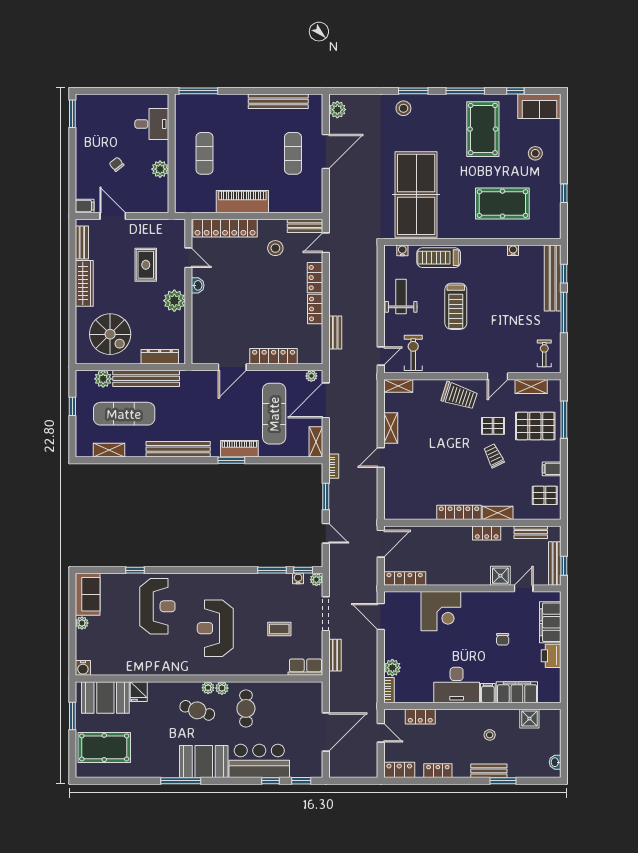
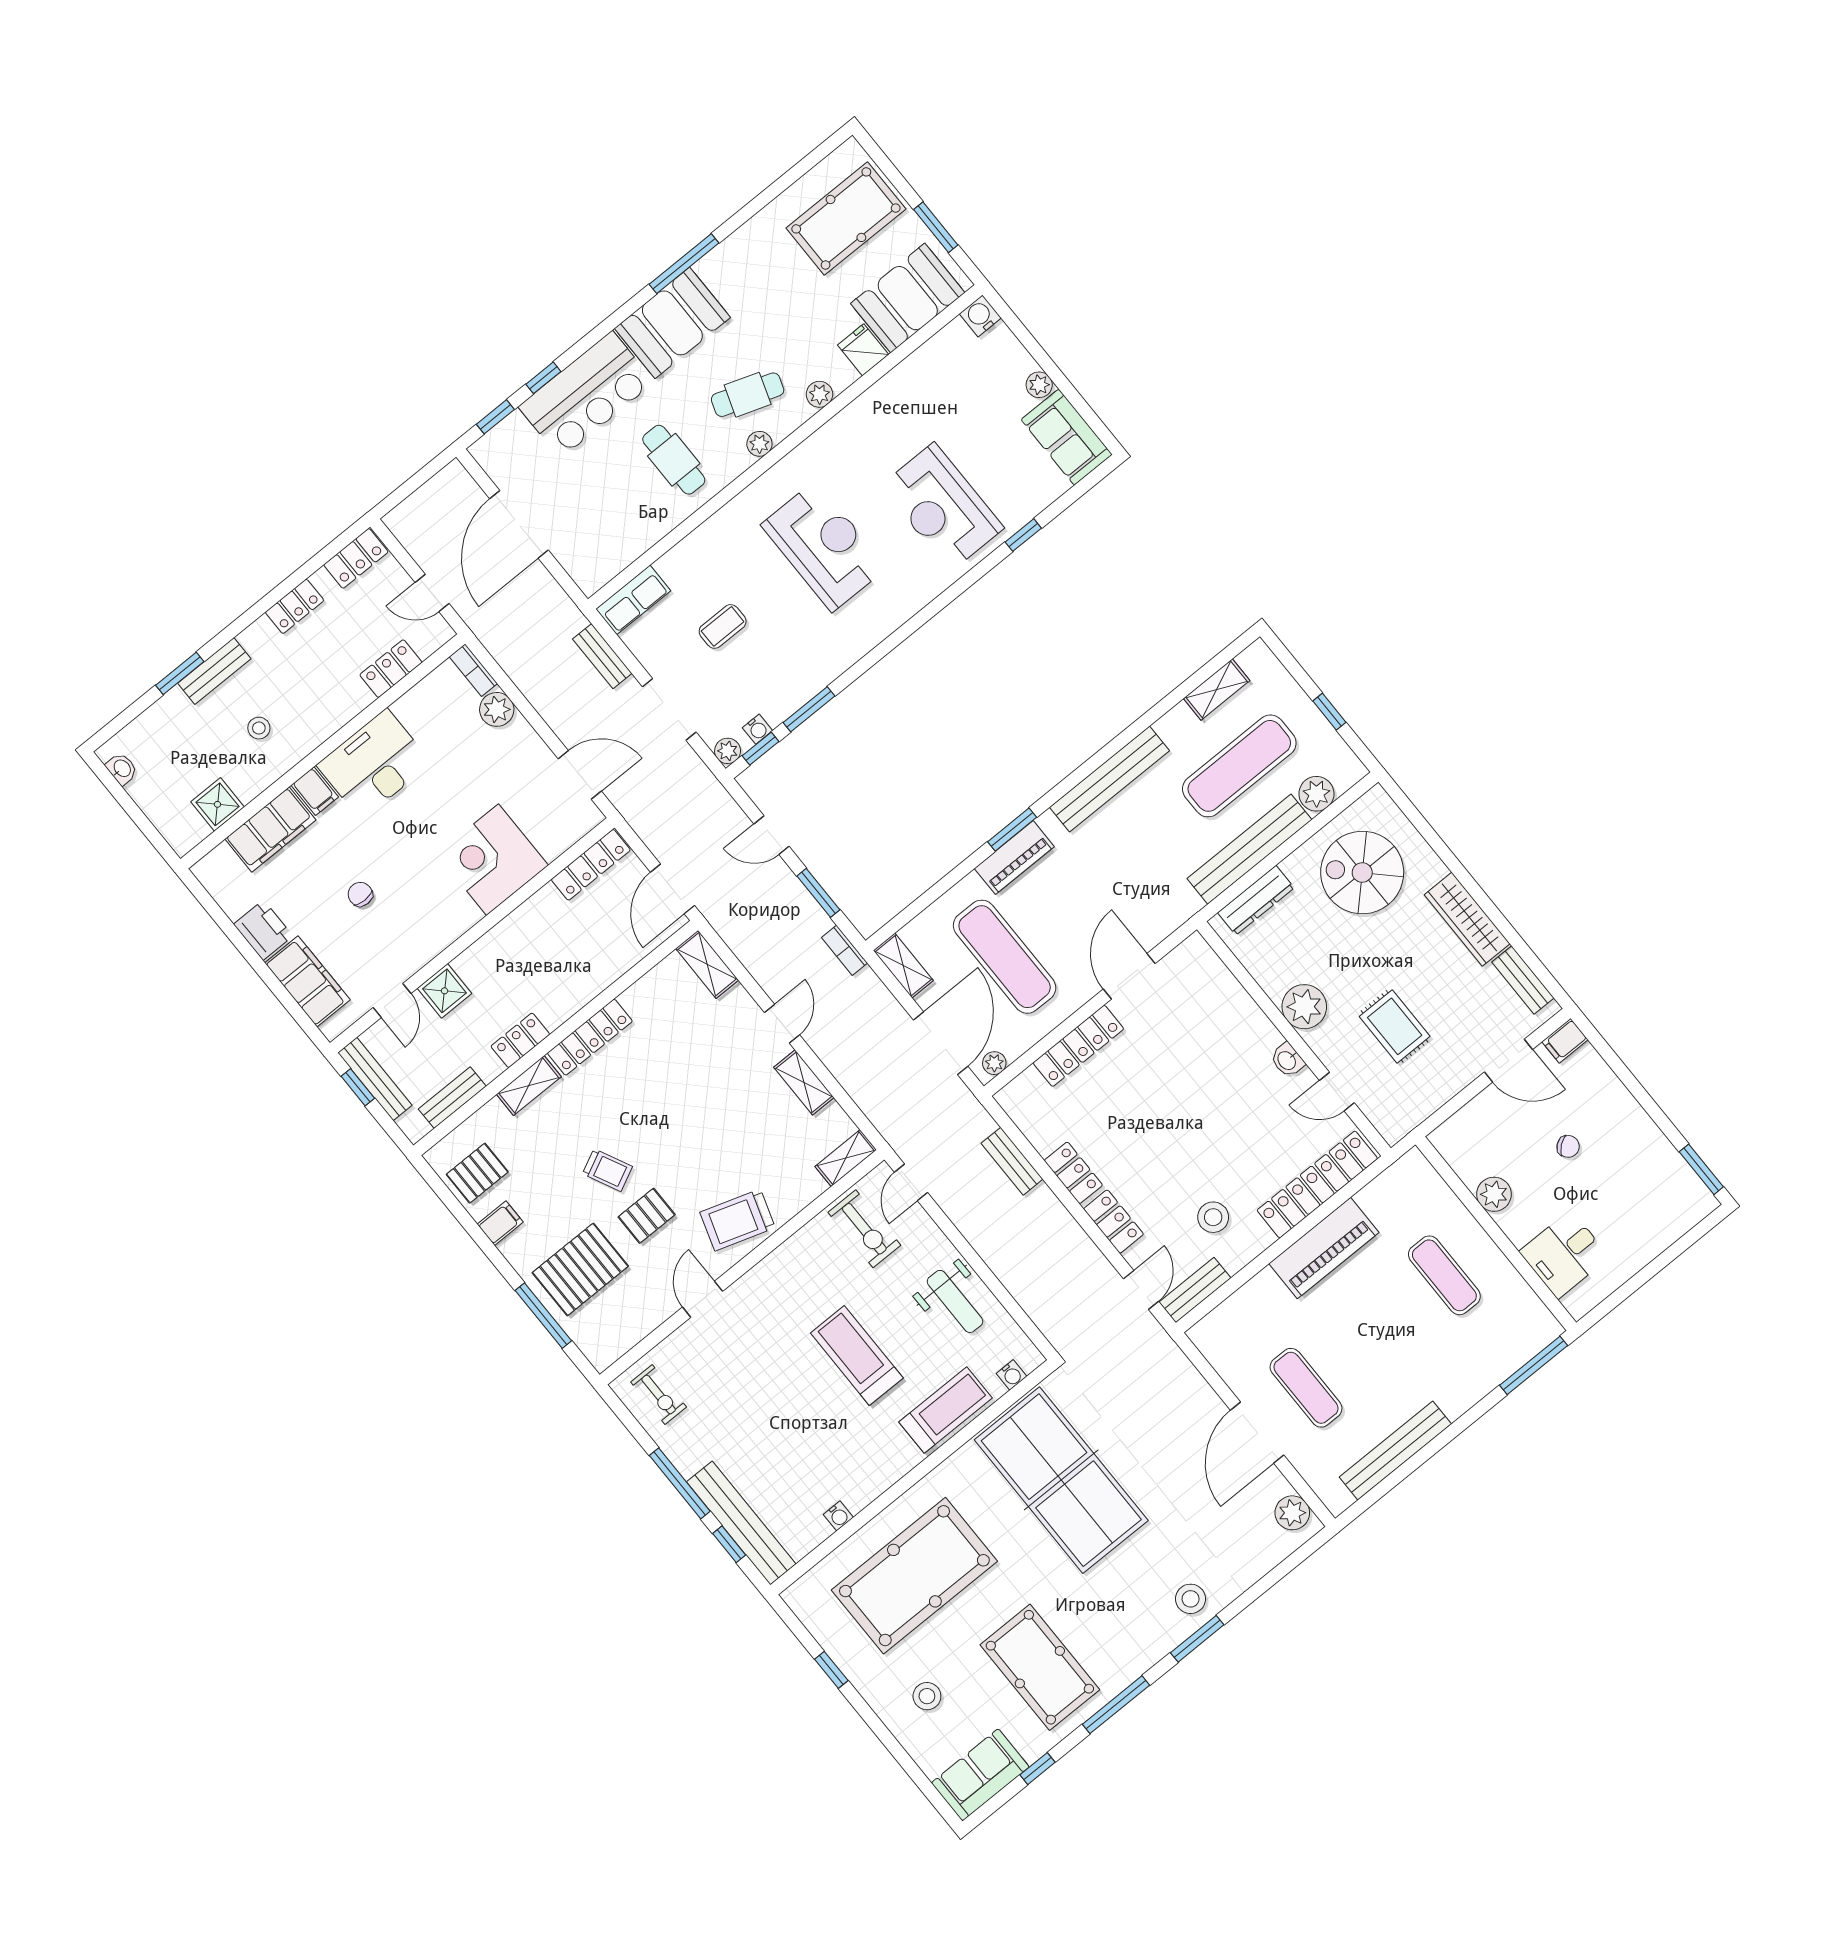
pool table: (502, 204) -> (914, 1576), width x1.36, depth x1.32
shelving: (531, 387) -> (707, 964), moved, turned 90
plant: (222, 688) -> (819, 394), moved

